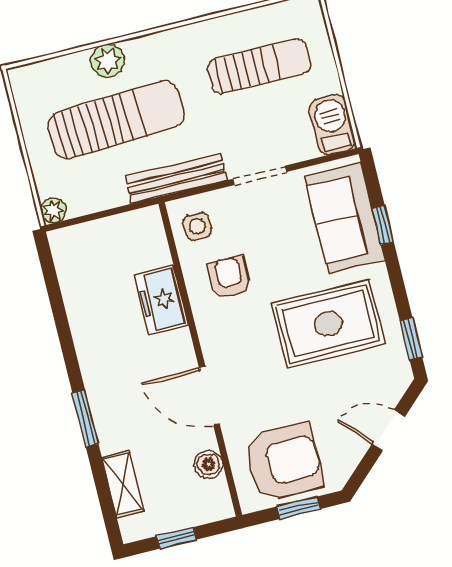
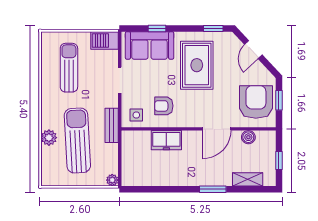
bench: (177, 178) -> (112, 125), width x0.73

